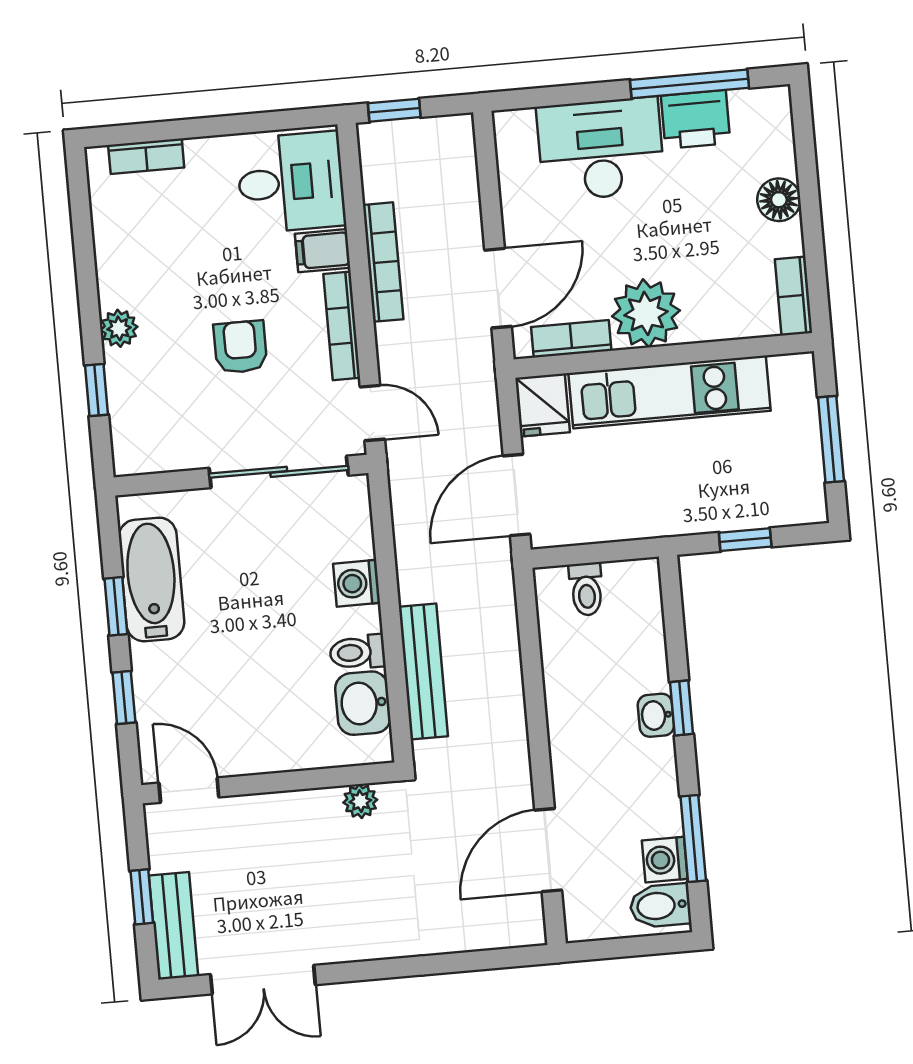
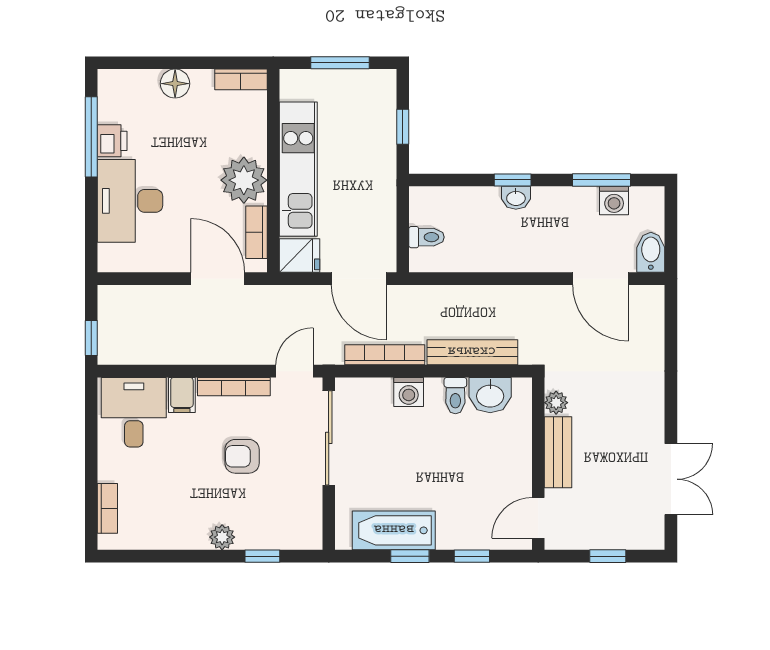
printer: (696, 119) -> (112, 141), width x0.73, depth x0.81
bookcase: (383, 262) -> (385, 355), moved
bidet: (660, 906) -> (651, 252), moved, turned 180
bench: (174, 926) -> (558, 452), moved, turned 90

